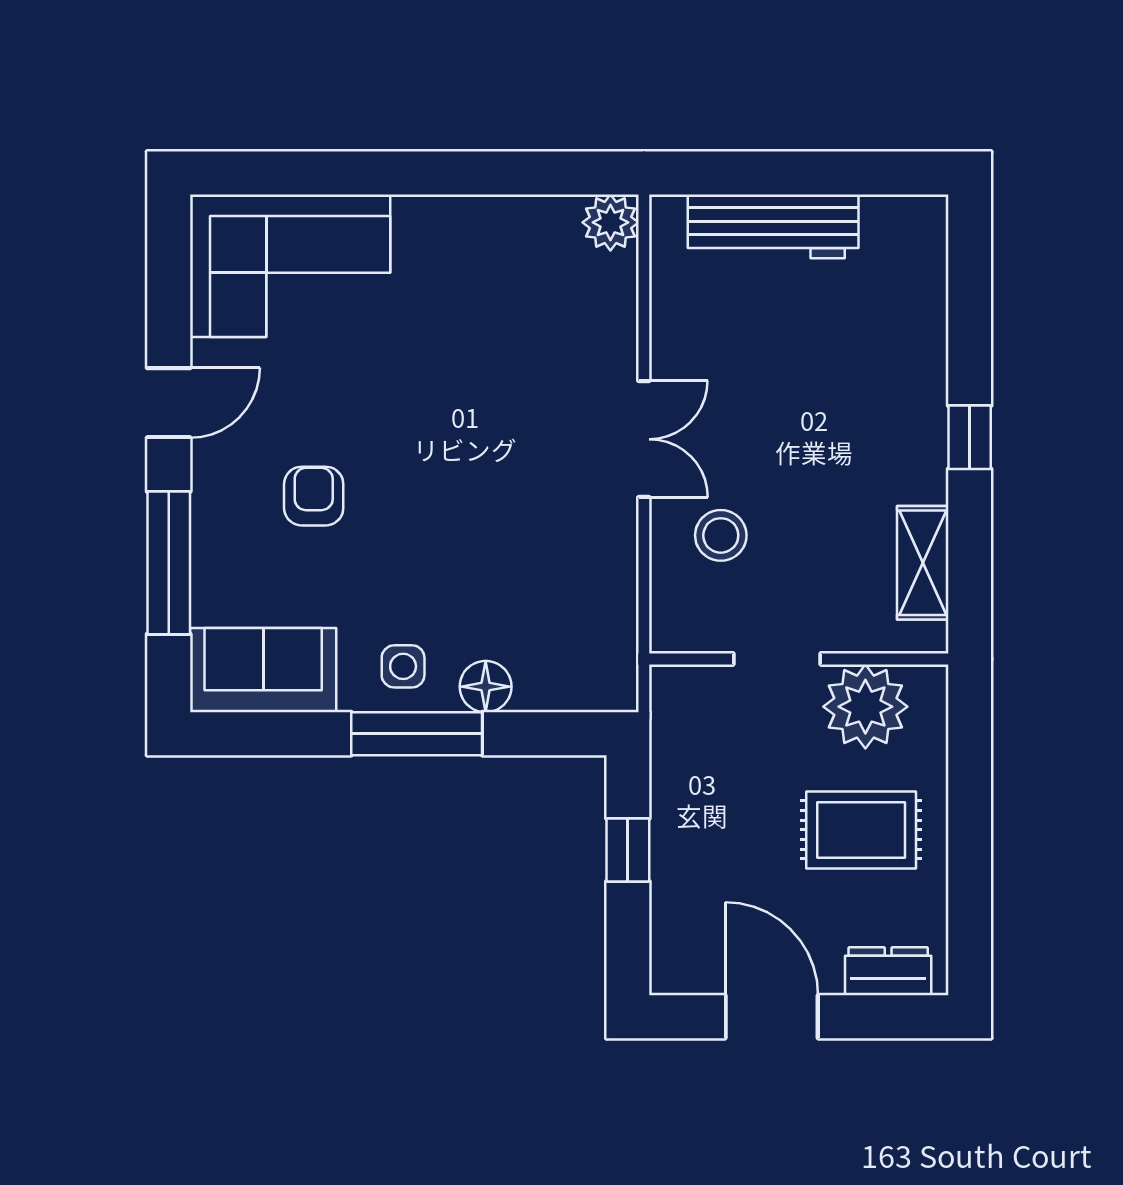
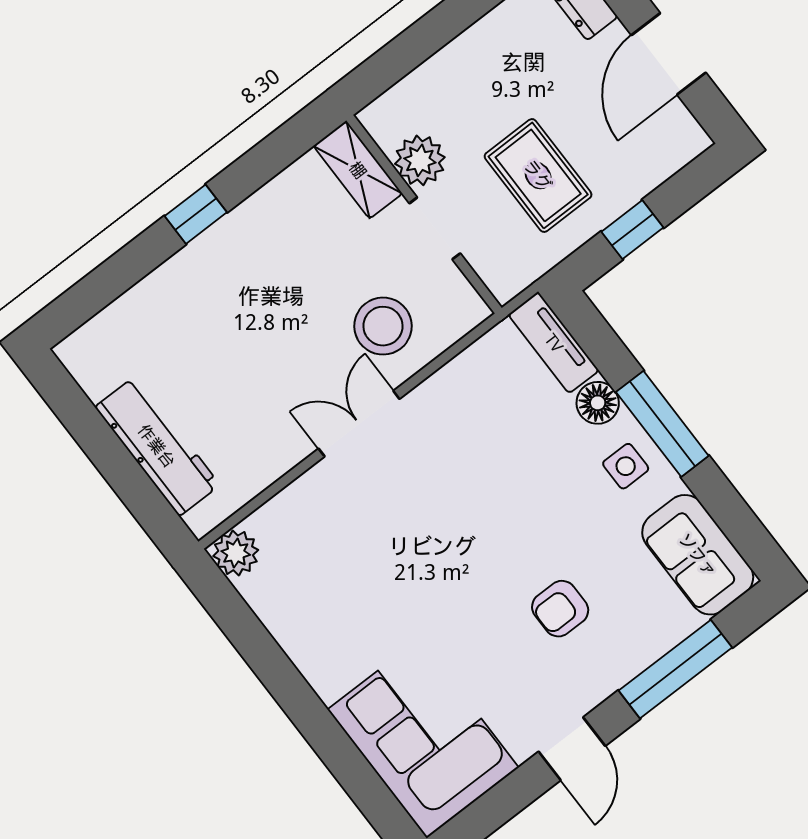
door: (169, 403) -> (572, 749), swing flipped
stool: (721, 535) -> (383, 326), width x1.38, depth x1.38
shelving: (923, 563) -> (358, 170), moved, turned 90
tv unit: (577, 689) -> (554, 343), added
plant: (865, 707) -> (420, 160), width x0.73, depth x0.73
rug: (861, 830) -> (538, 175), moved

